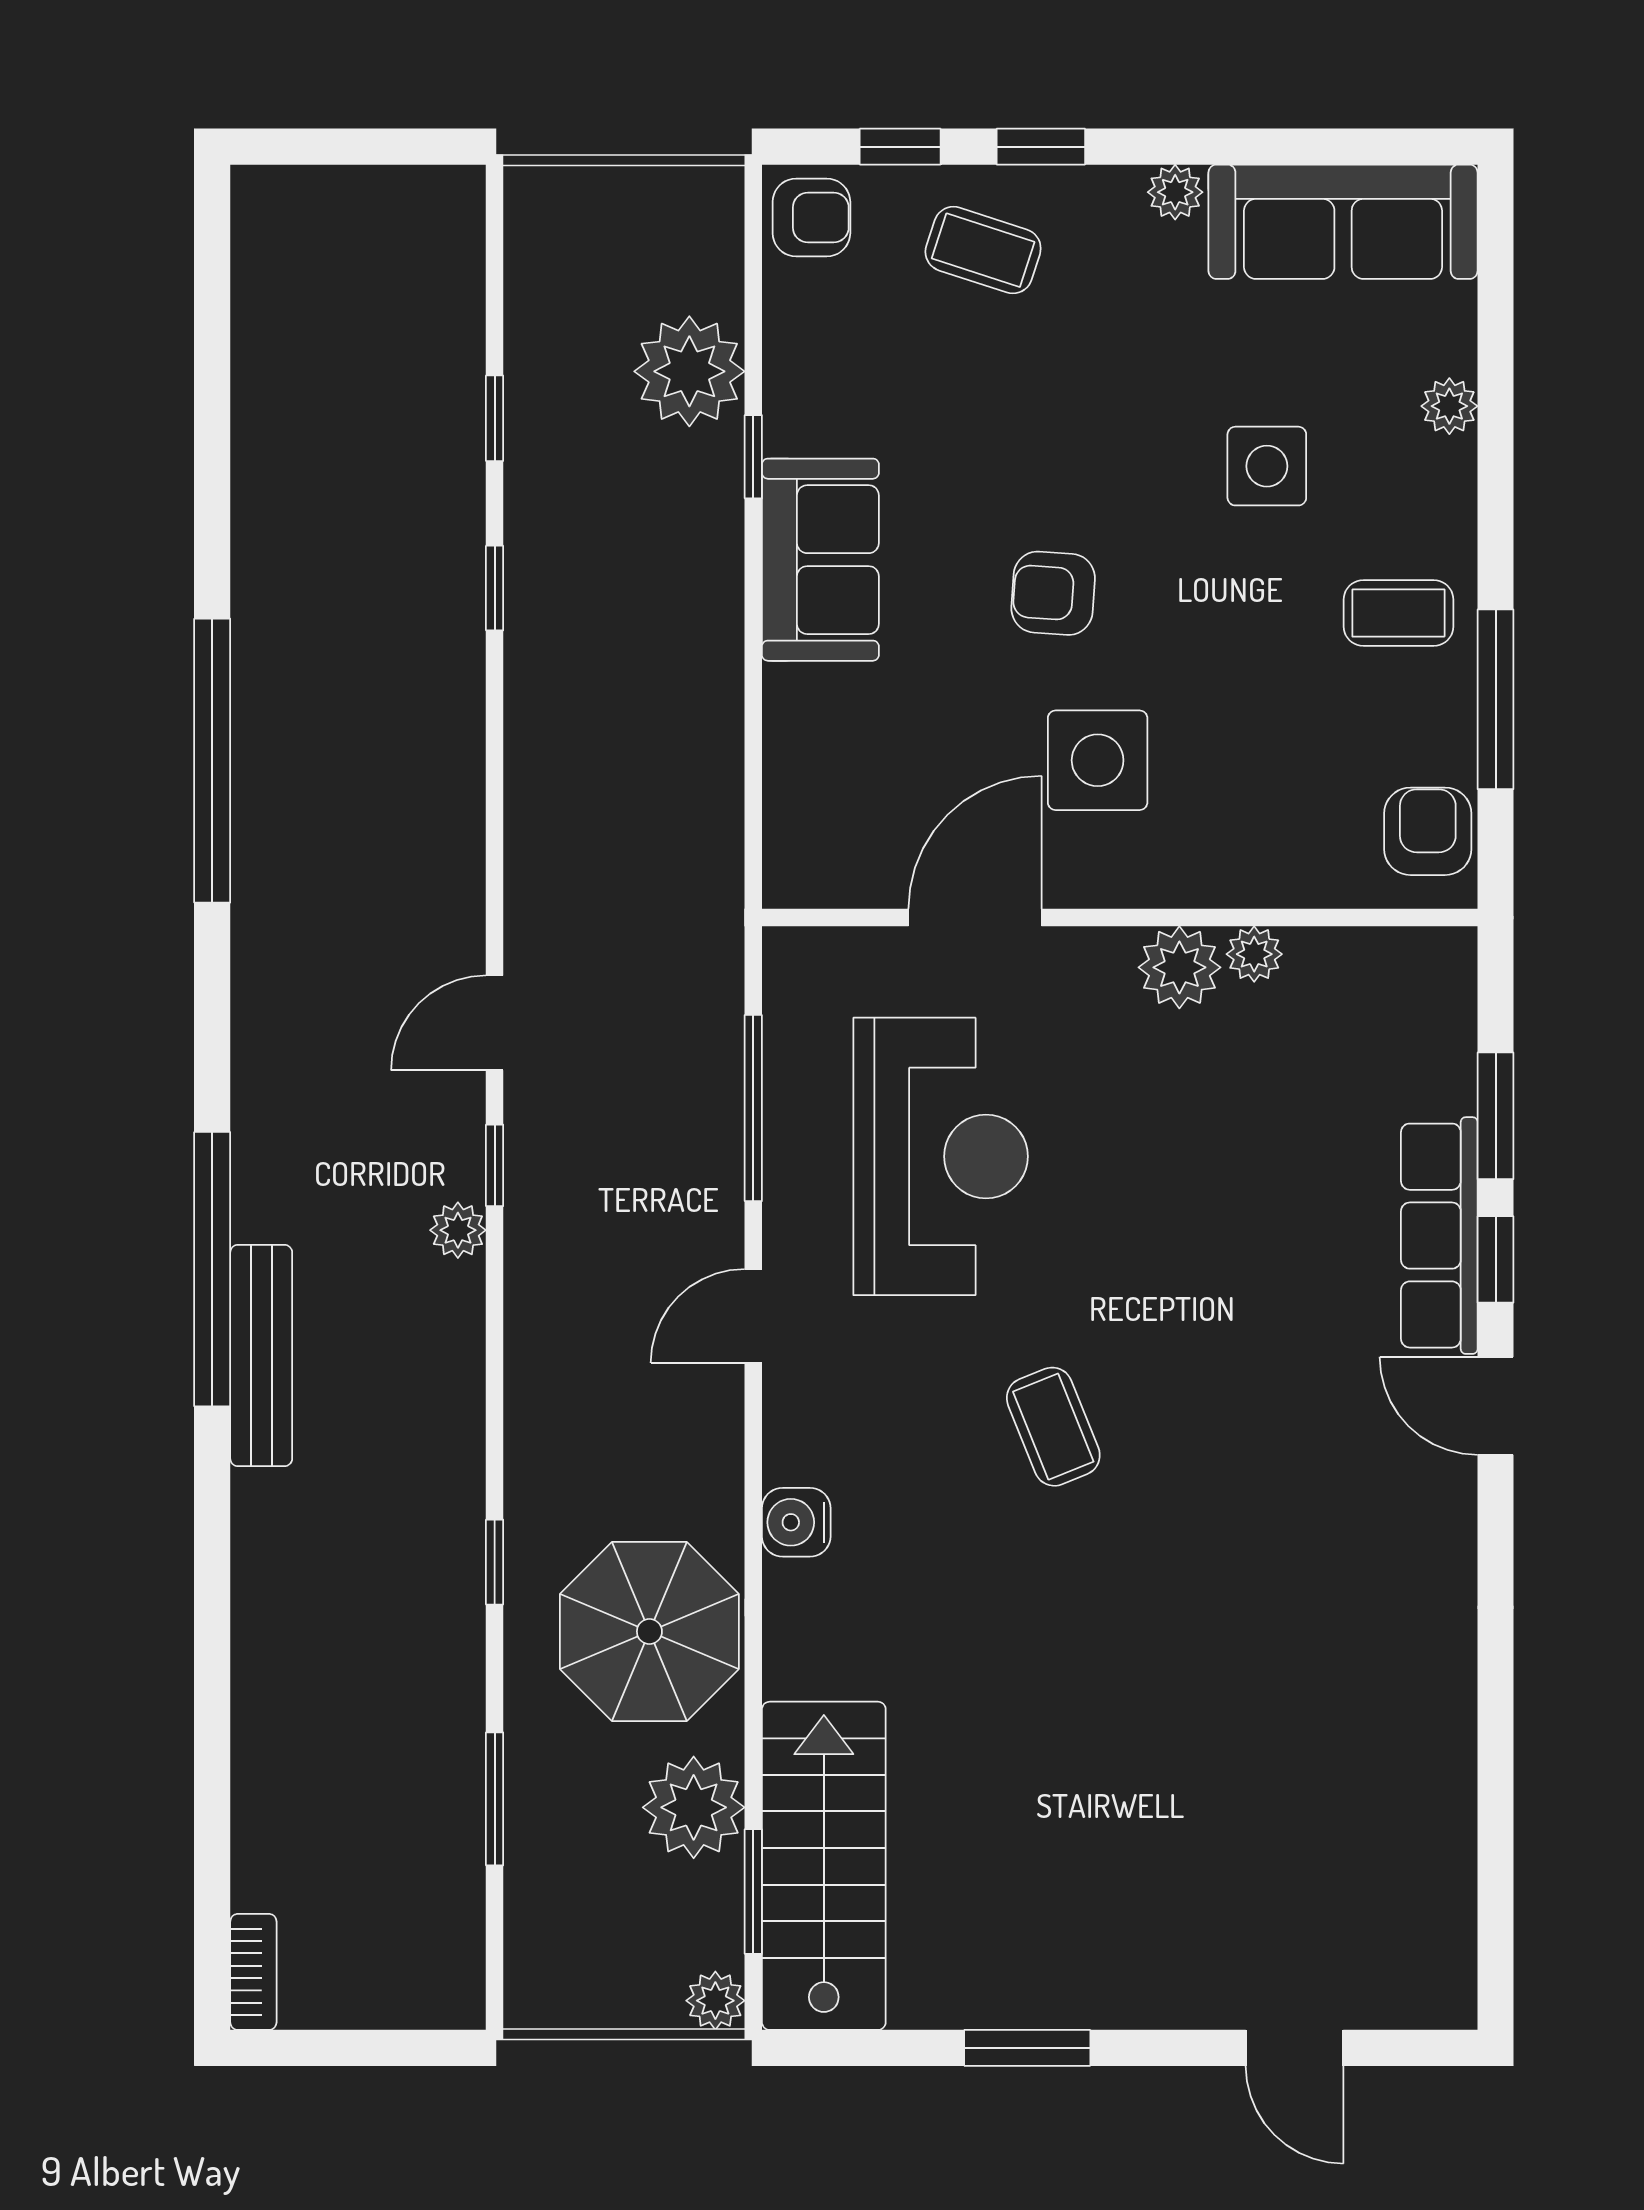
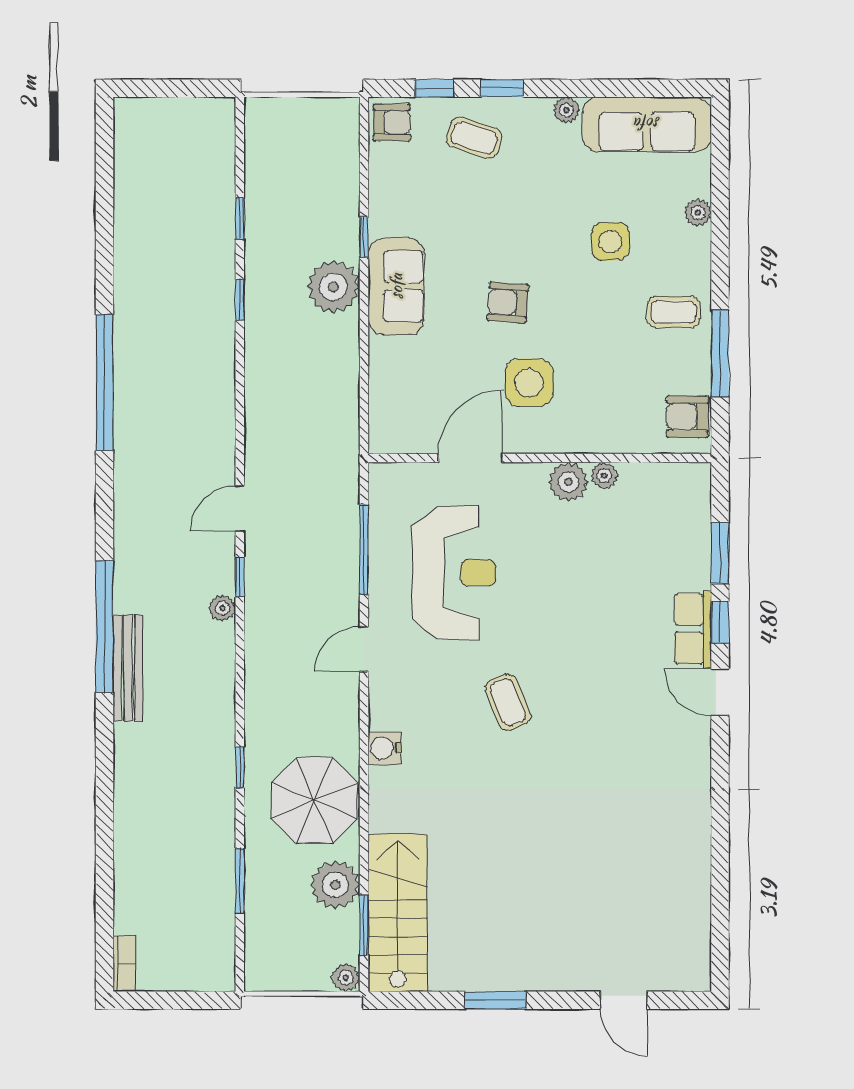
plant: (689, 371) -> (333, 287), moved
armchair: (1428, 831) -> (687, 417), turned -90
row of seats: (1439, 1236) -> (693, 629), width x0.68

